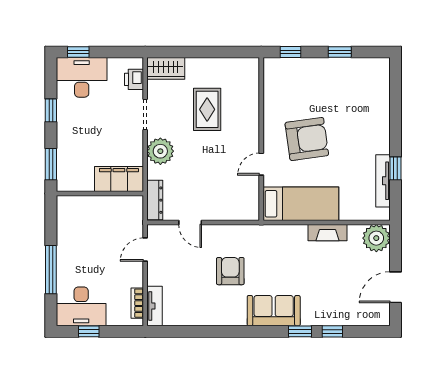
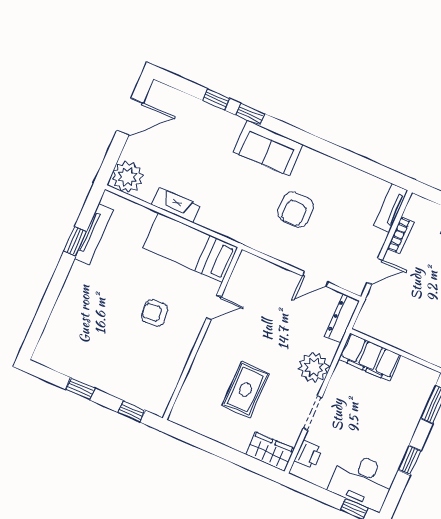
armchair: (307, 139) -> (155, 313), width x0.53, depth x0.53
door: (190, 223) -> (315, 279), swing flipped
bookcase: (137, 303) -> (400, 235), moved

